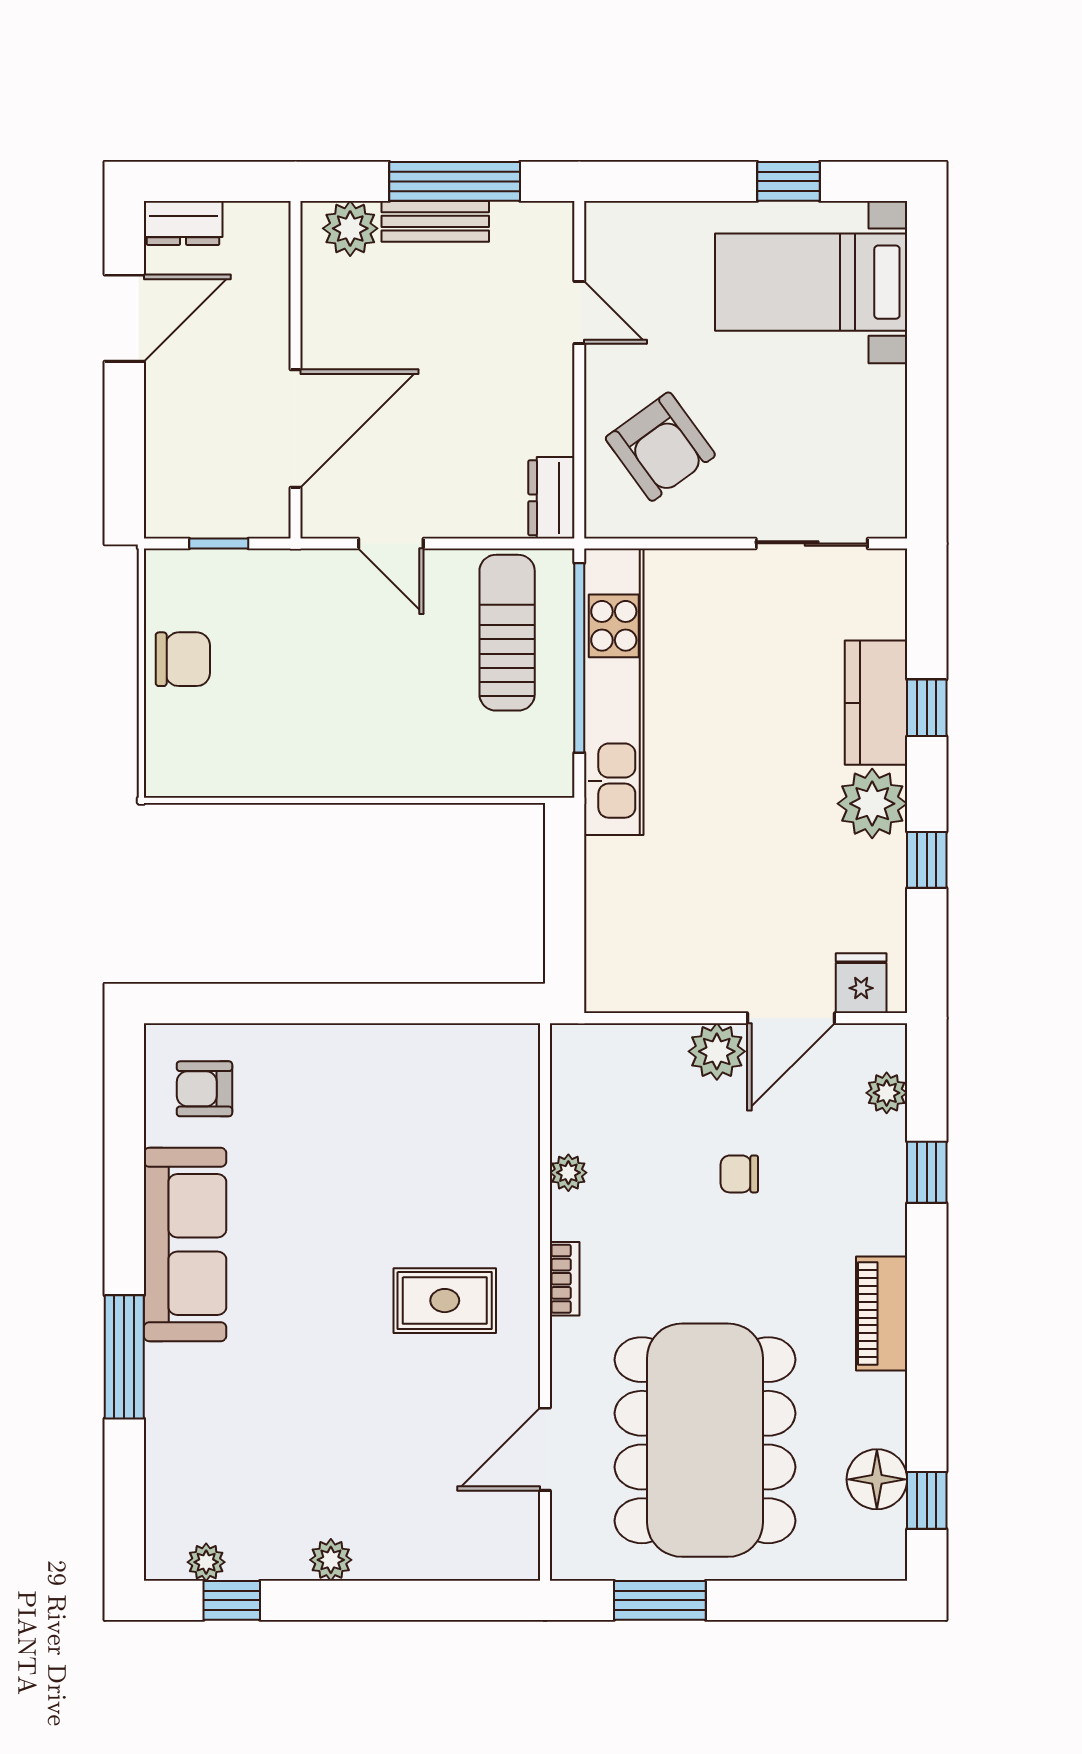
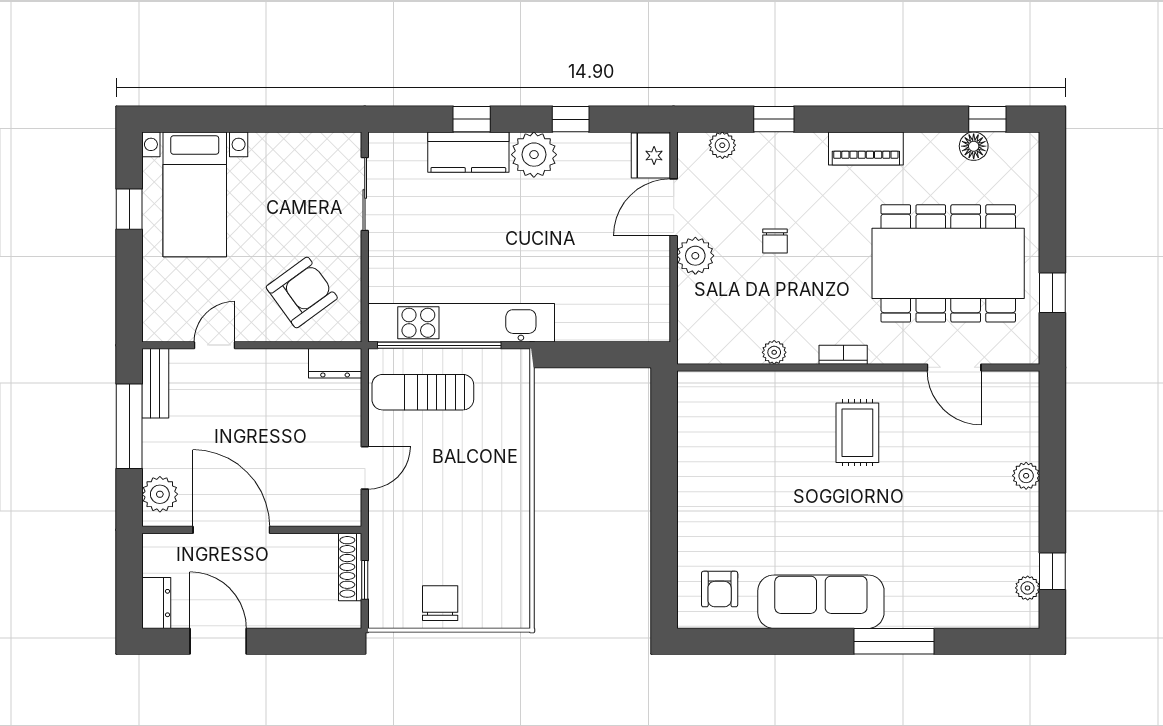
bench: (435, 221) -> (155, 383), moved
door: (295, 429) -> (231, 530), moved
shoe rack: (238, 521) -> (350, 567), added
fridge: (861, 983) -> (651, 156), width x1.38
door: (791, 1018) -> (674, 207), swing flipped
floor lamp: (877, 1479) -> (974, 146), width x0.73, depth x0.73
plant: (331, 1560) -> (1026, 476), moved
window: (660, 1600) -> (1052, 293), width x0.67

